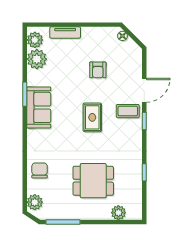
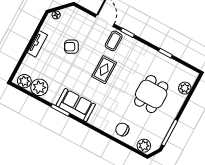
tv unit: (65, 32) -> (37, 44), moved
armchair: (98, 70) -> (71, 47), turned 151
rug: (92, 117) -> (104, 70), turned 90

